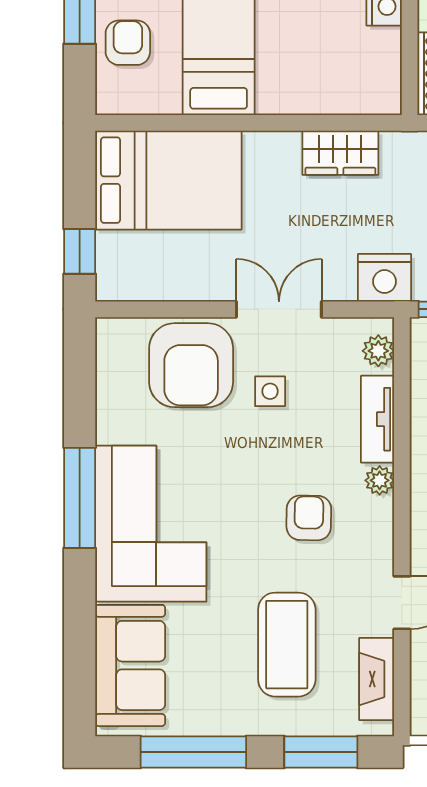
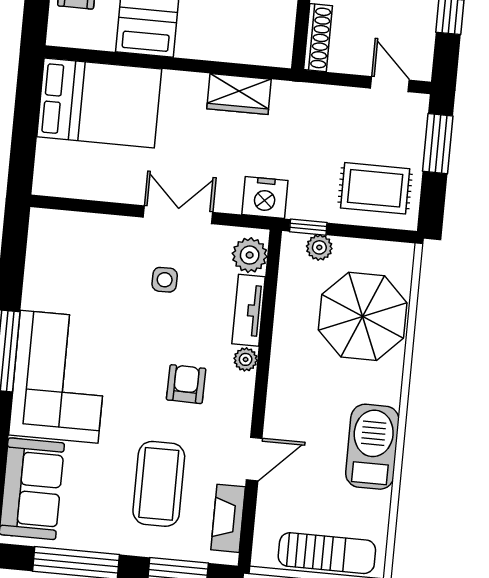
window: (80, 251) -> (23, 153), removed
plant: (378, 351) -> (250, 255), width x1.38, depth x1.38
armchair: (191, 365) -> (103, 253), removed

